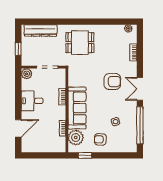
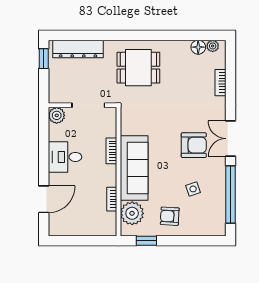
floor lamp: (119, 29) -> (198, 47), added
window: (18, 49) -> (44, 59), moved
armchair: (112, 82) -> (194, 145), moved

